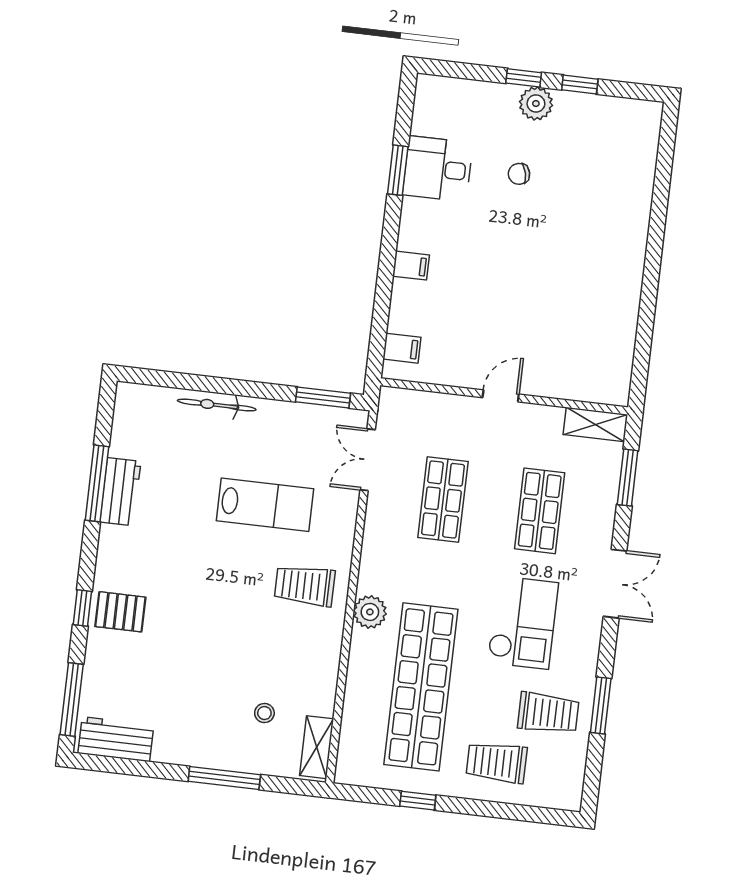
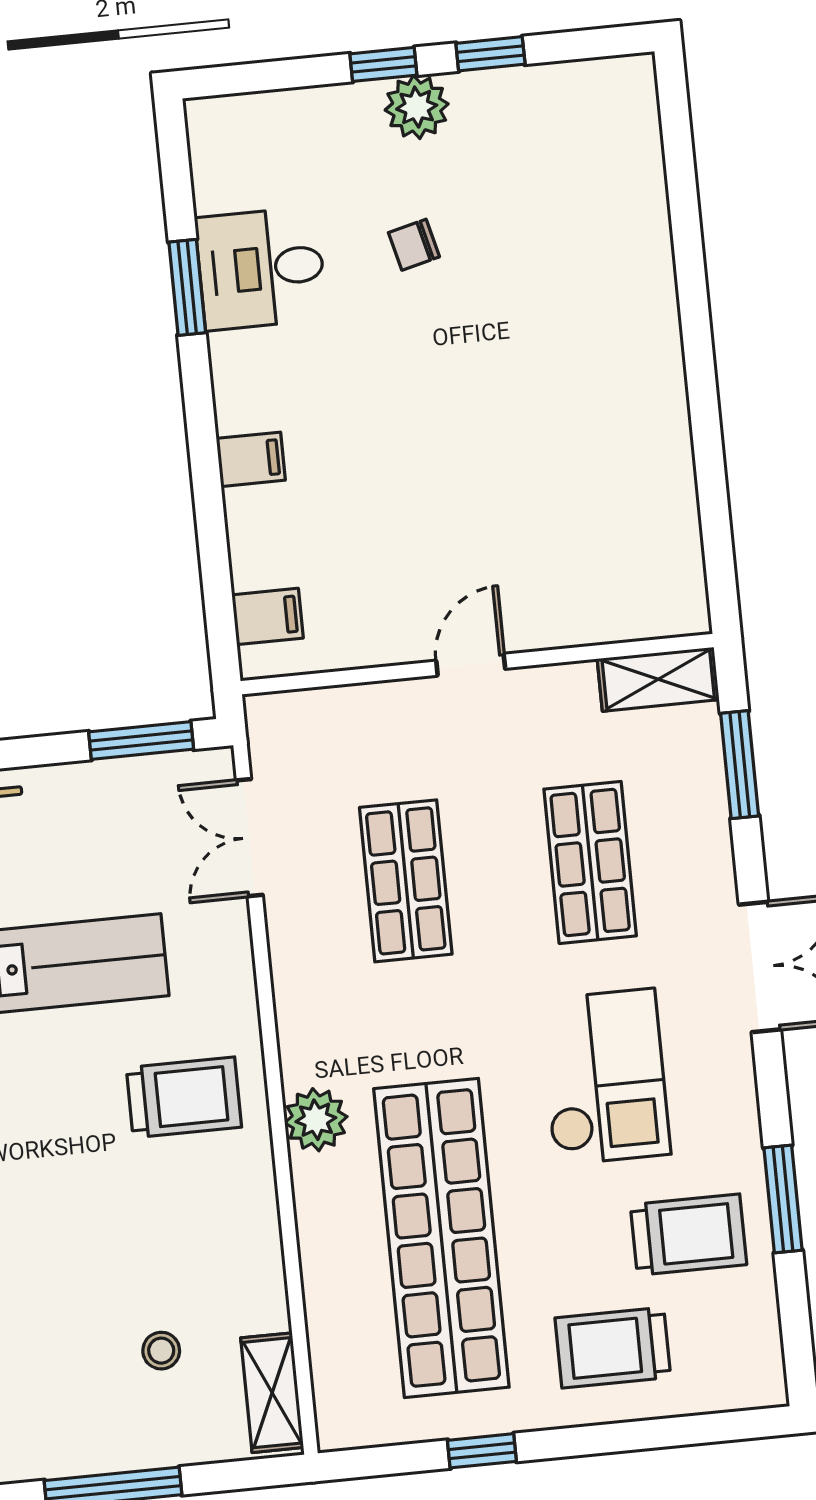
trolley: (305, 586) -> (184, 1097), turned 180

